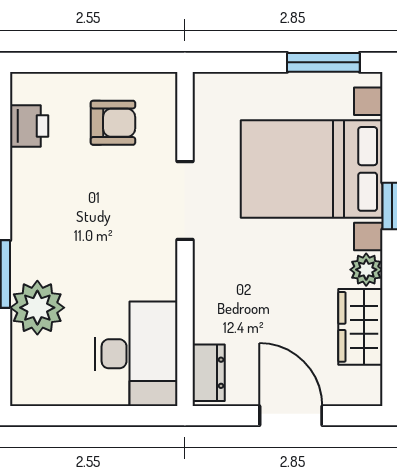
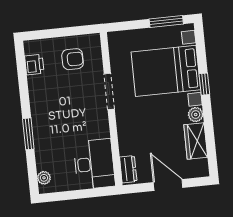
plant: (37, 308) -> (44, 178), moved, width x0.53, depth x0.53

